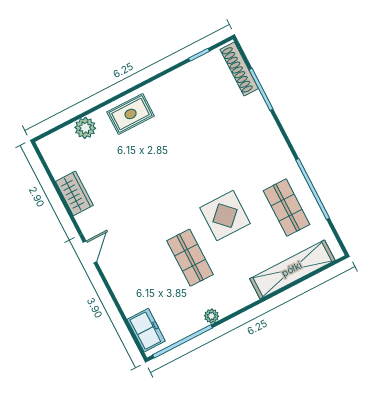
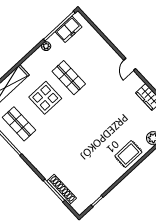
shoe rack: (239, 69) -> (62, 190), moved
display table: (225, 216) -> (45, 98), moved
freezer: (146, 330) -> (68, 29), moved, turned -90

